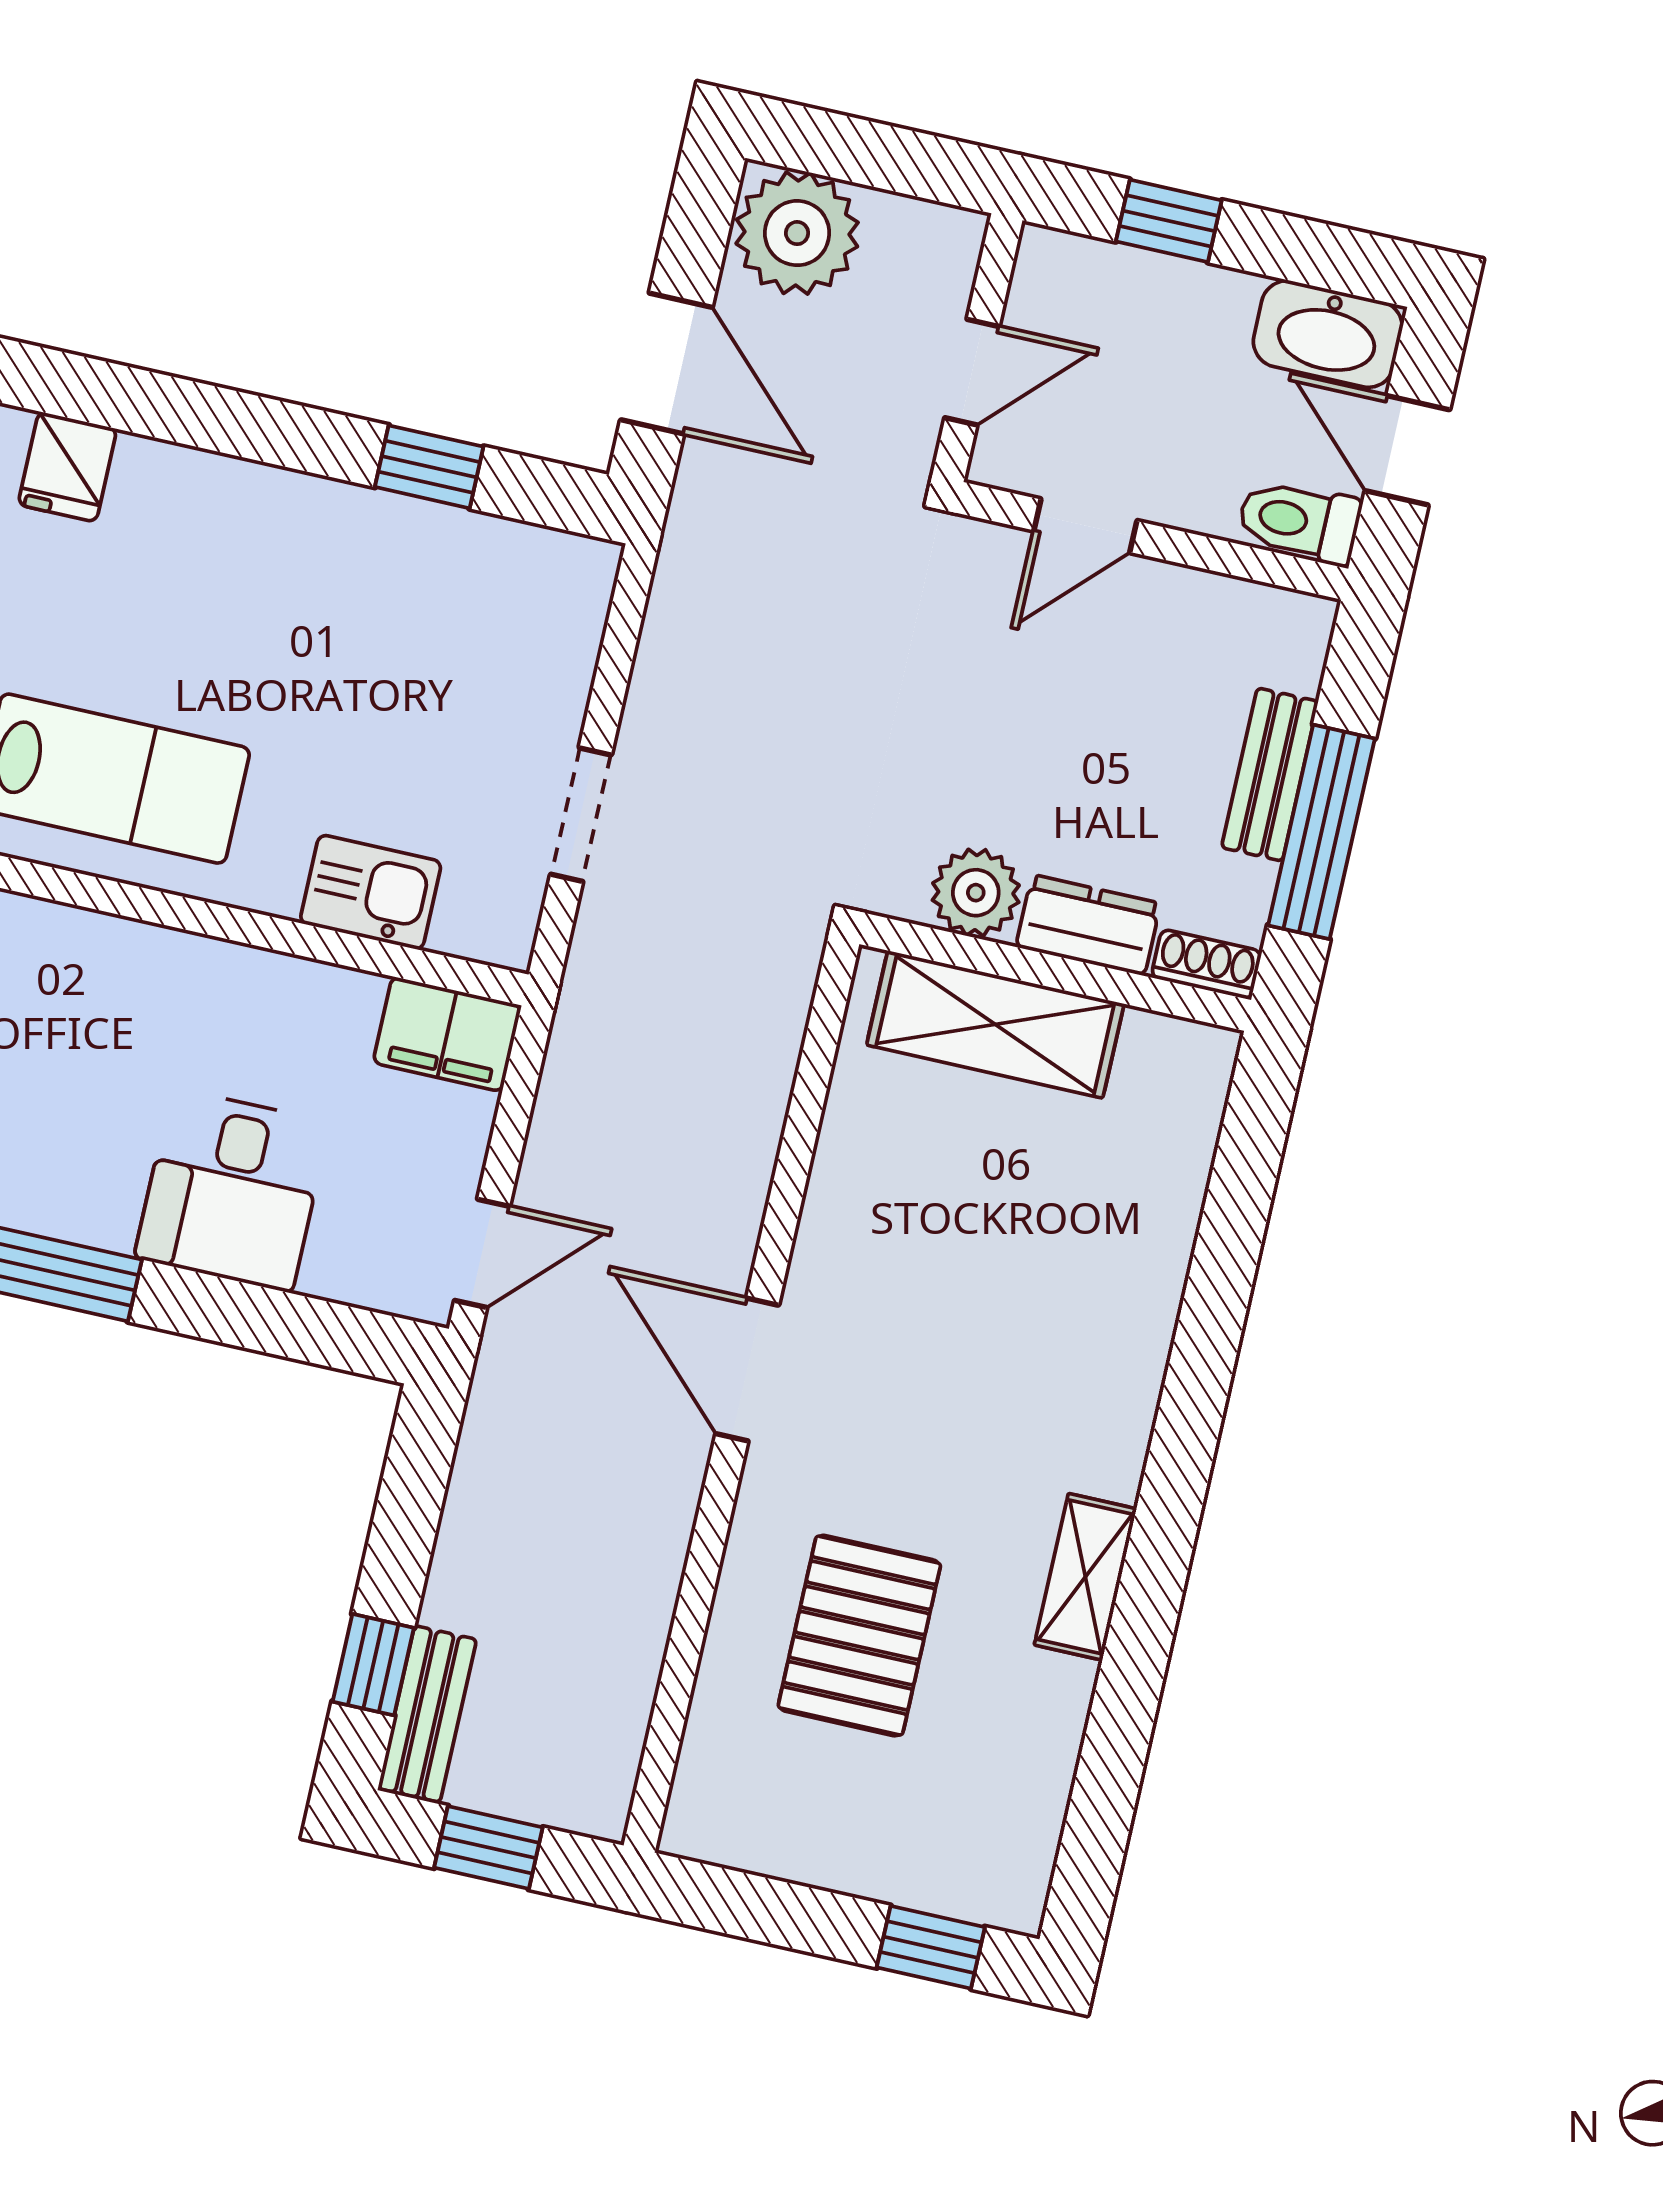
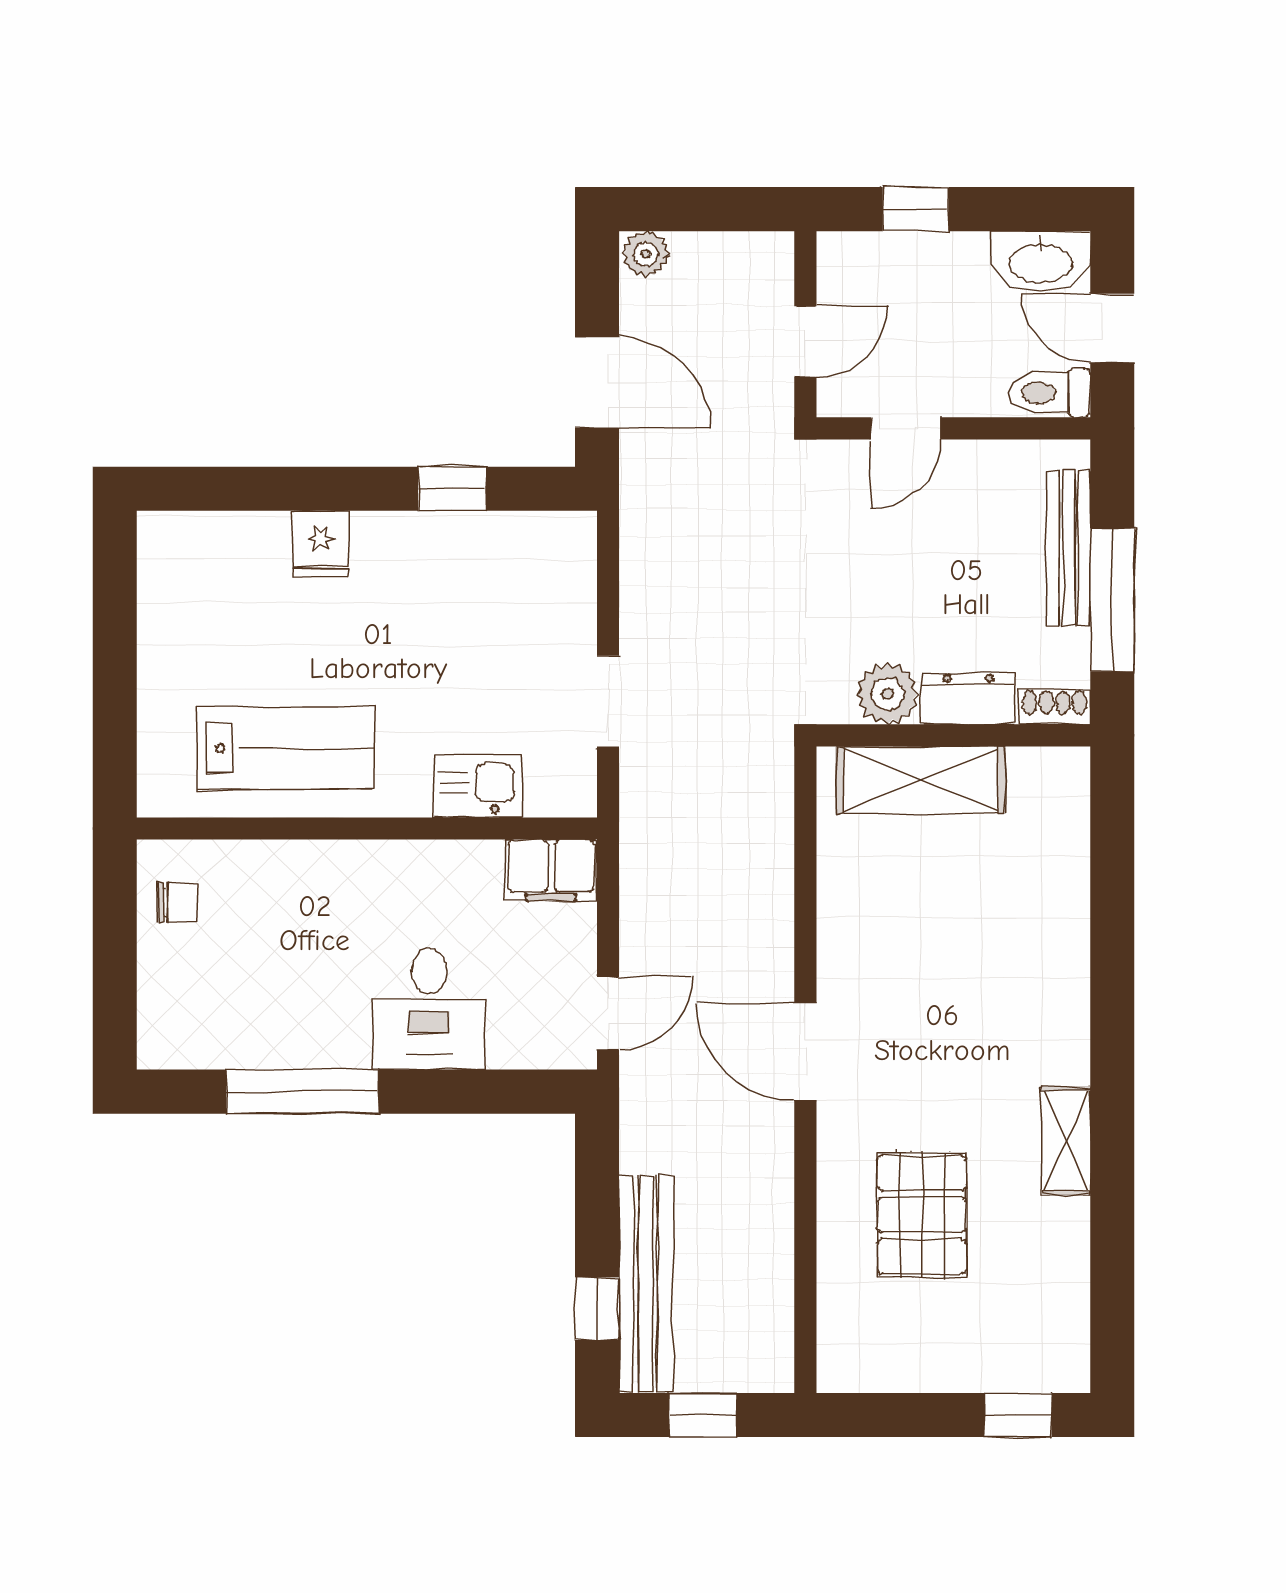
plant: (797, 233) -> (645, 254), width x0.53, depth x0.53
fridge: (67, 467) -> (321, 544), moved
bench: (1270, 774) -> (1069, 548), width x1.36
bench: (427, 1714) -> (646, 1284), width x1.86, depth x1.21

